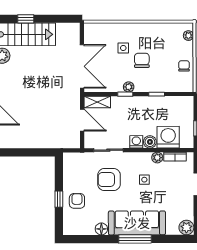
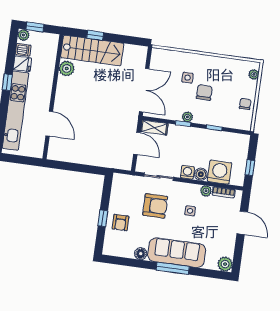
armchair: (109, 180) -> (155, 206), turned 180
armchair: (77, 201) -> (120, 223), turned 180

